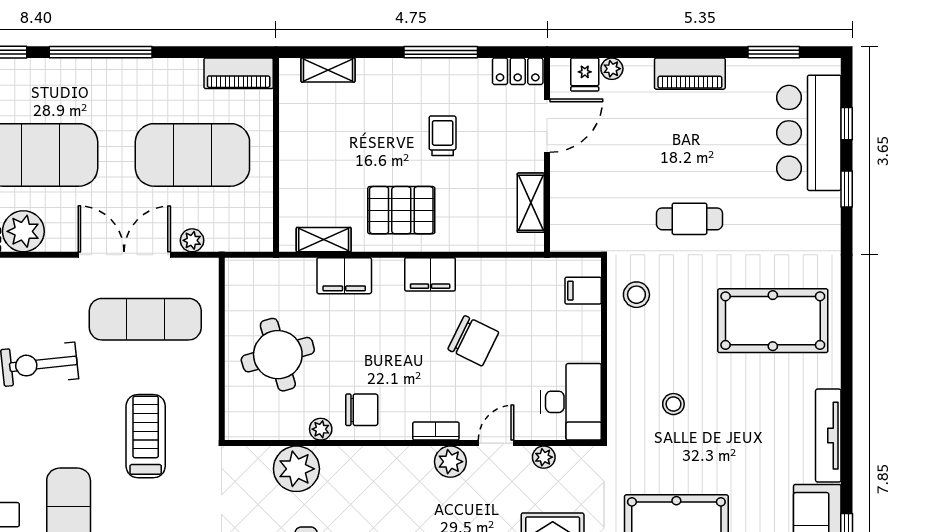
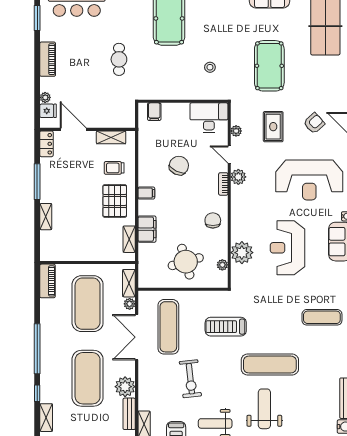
shelving: (328, 70) -> (46, 217), moved
trolley: (443, 136) -> (114, 168), moved
shelving: (234, 239) -> (129, 283), added
filing cabinet: (430, 274) -> (146, 193), width x0.50
stool: (636, 295) -> (156, 85), removed
plant: (321, 429) -> (222, 265), moved

